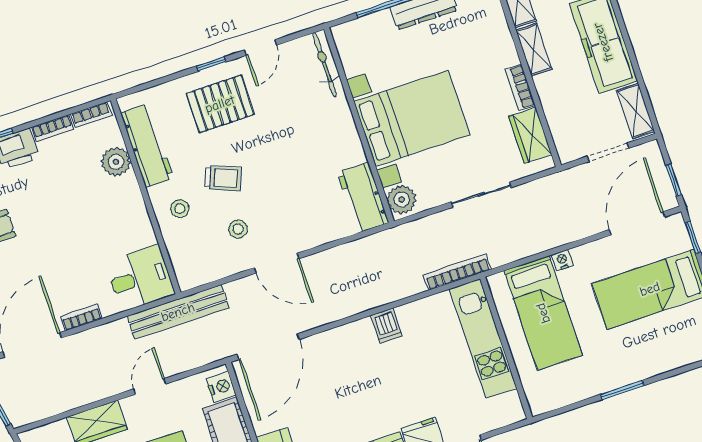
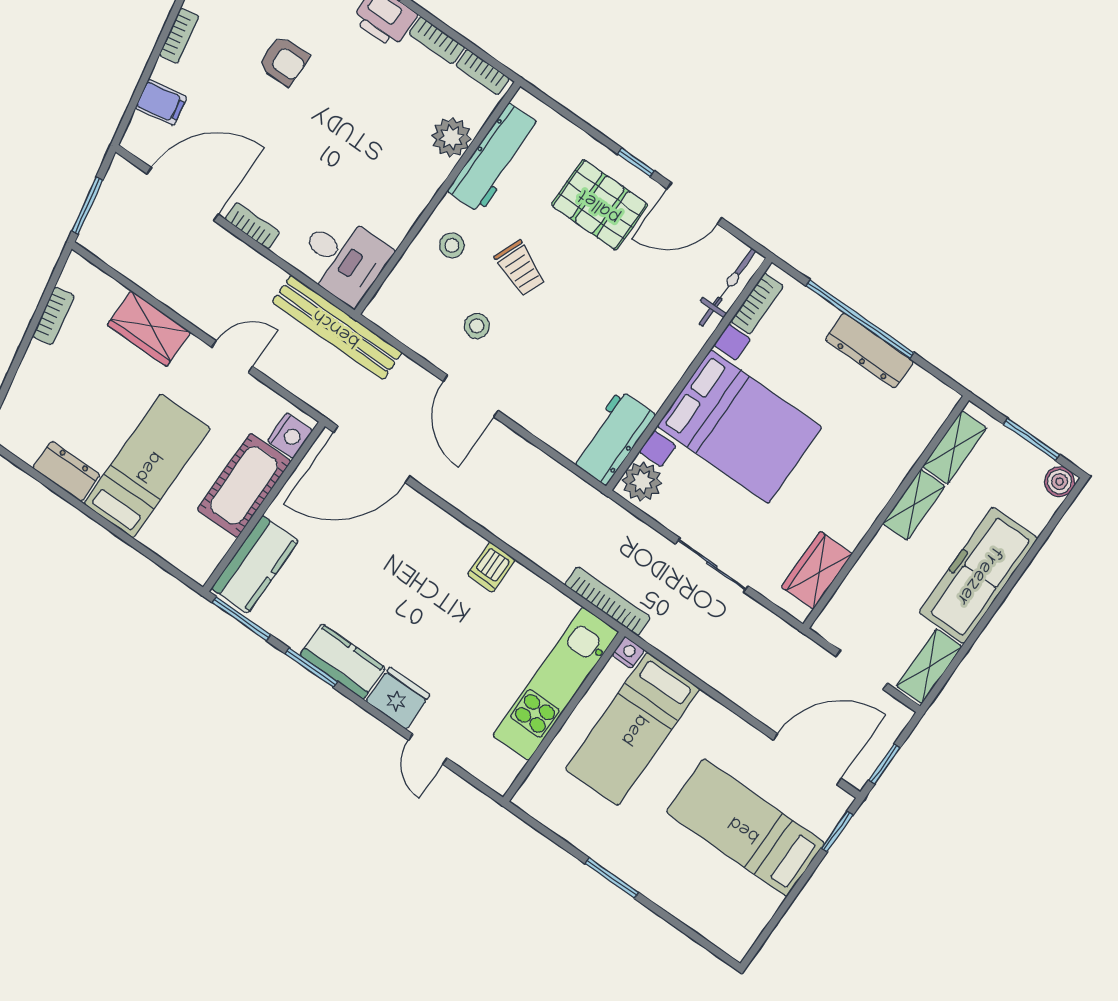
door: (261, 48) -> (694, 203), width x1.38
bookcase: (520, 87) -> (757, 304), moved, turned 180
nightstand: (562, 260) -> (628, 652), moved

